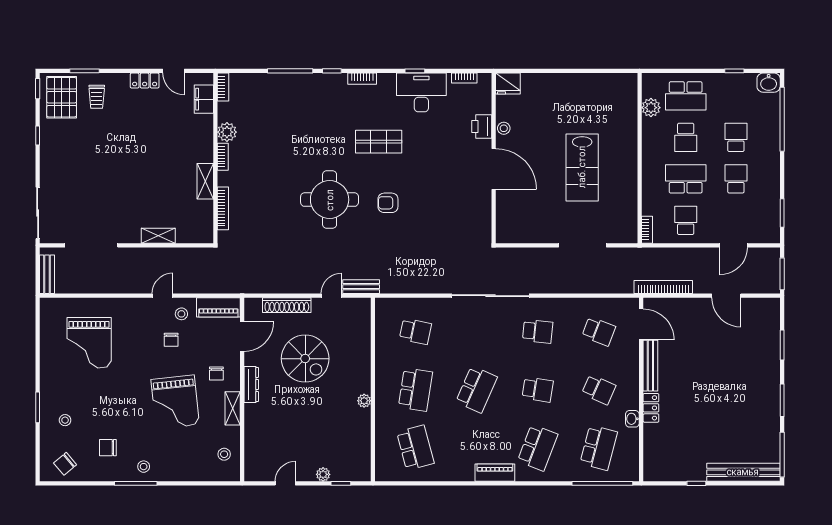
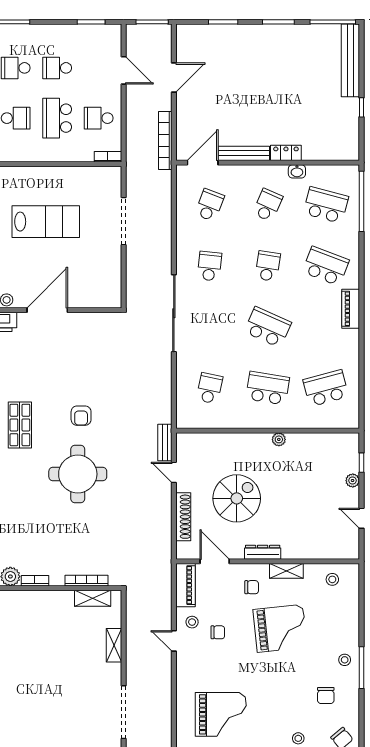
shelving: (205, 181) -> (93, 598), moved

